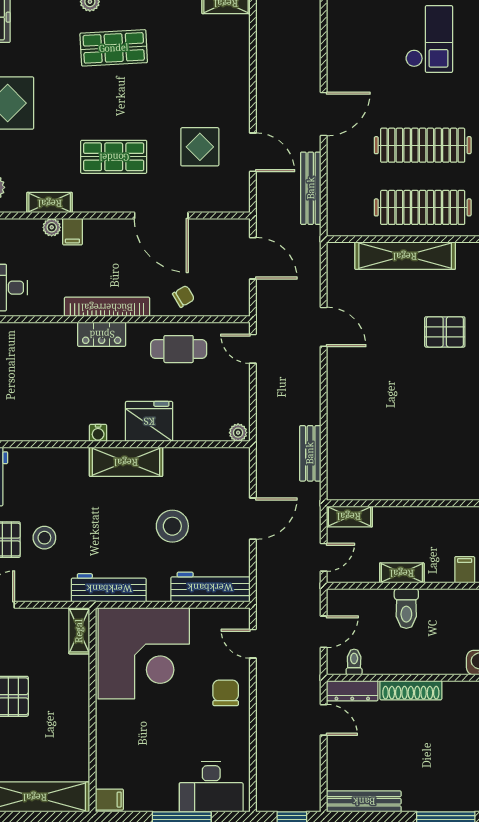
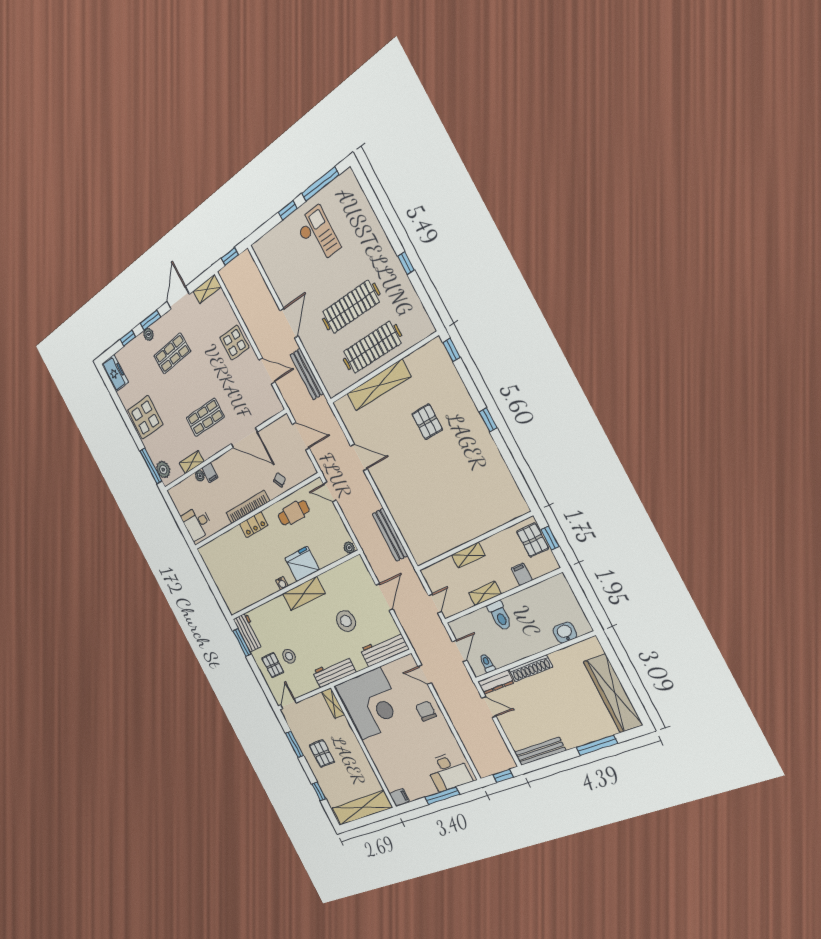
display table: (200, 147) -> (234, 343), moved
pallet: (445, 332) -> (427, 422), turned 90
bench: (310, 453) -> (390, 535), width x1.36
shelving: (349, 516) -> (468, 555), moved

